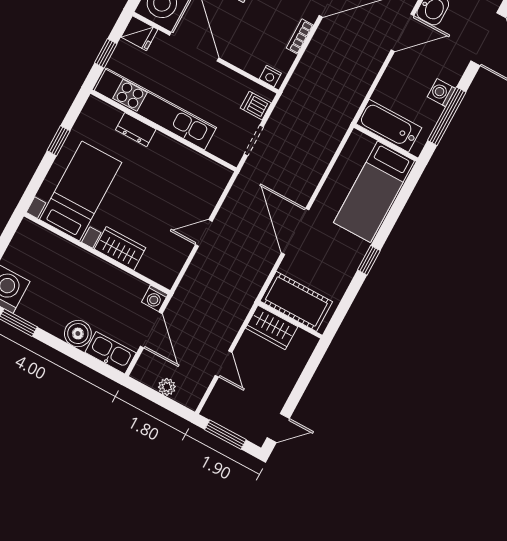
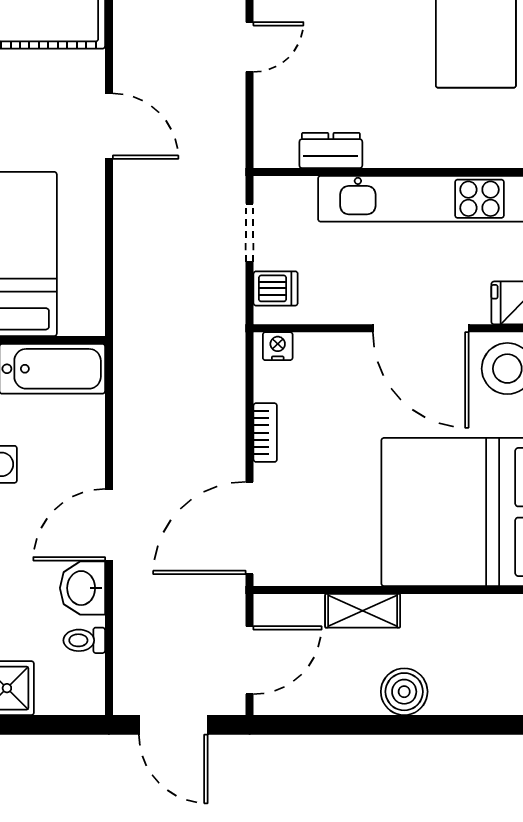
dresser: (136, 130) -> (331, 150), moved
door: (295, 231) -> (109, 126), width x0.73

